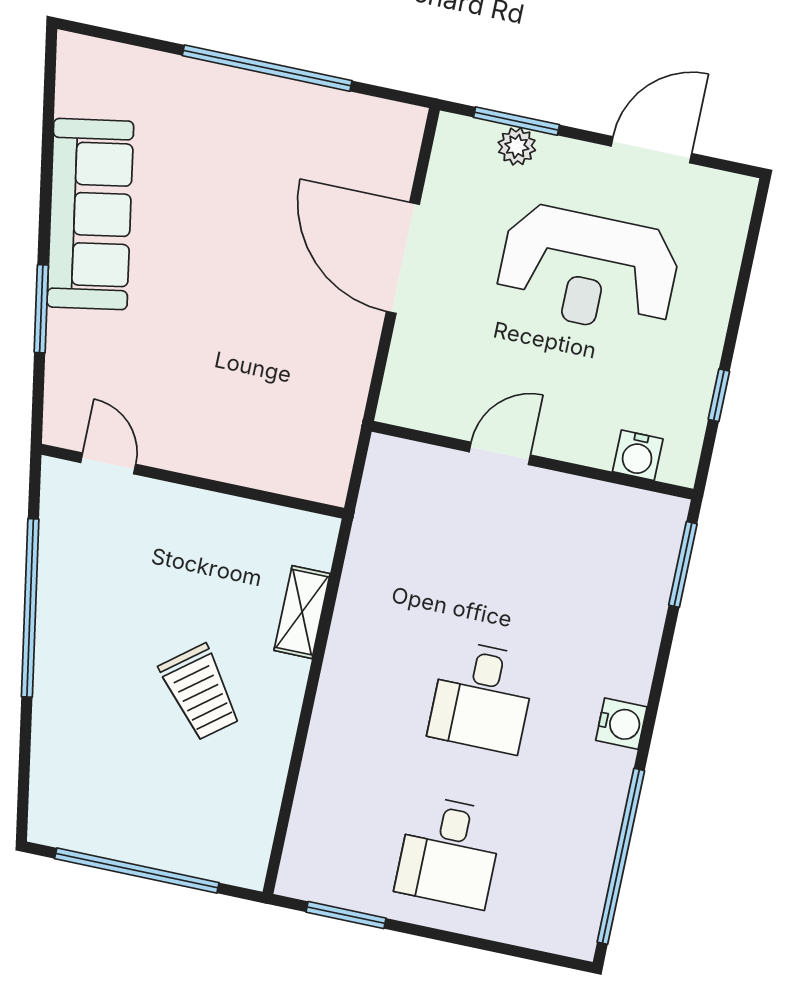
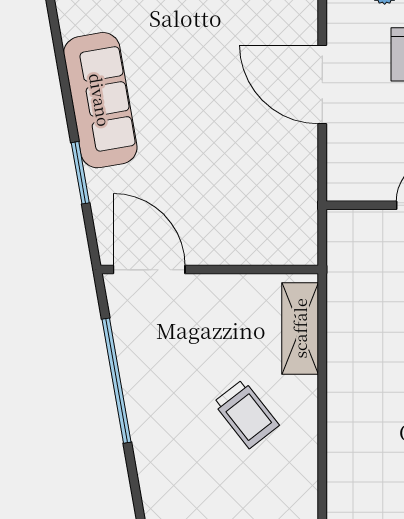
door: (108, 463) -> (149, 270), width x1.87
shelving: (302, 612) -> (300, 328), width x1.50, depth x1.33

